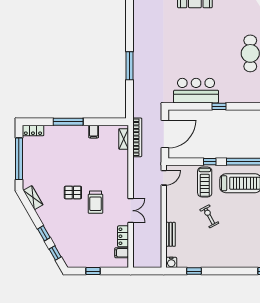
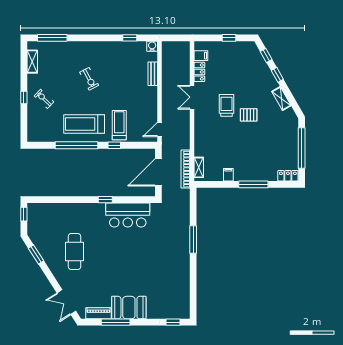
shelving: (33, 198) -> (281, 99), moved
exercise bike: (209, 216) -> (89, 79), moved

